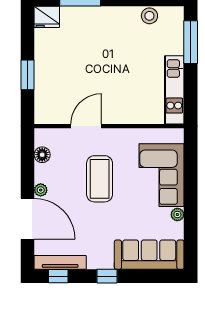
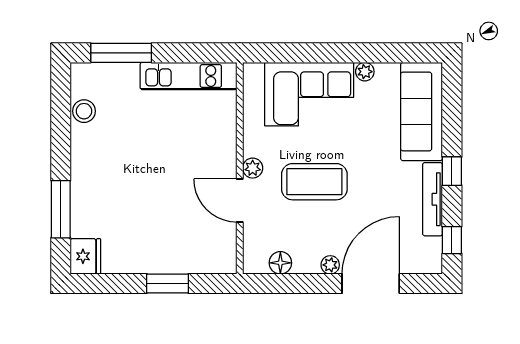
plant: (109, 135) -> (253, 168), added
tv unit: (60, 262) -> (433, 199), moved

